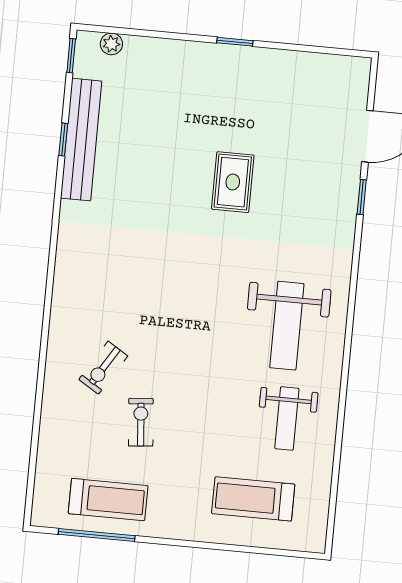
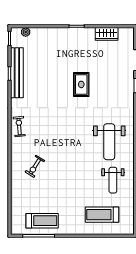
wardrobe: (305, 67) -> (107, 34), added
exercise bike: (141, 422) -> (19, 127), moved

